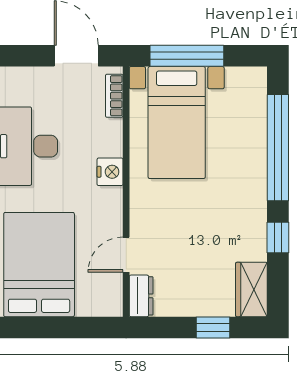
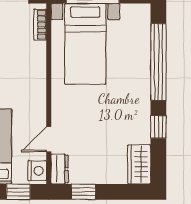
nightstand: (110, 172) -> (37, 171), moved
window: (84, 327) -> (18, 192), added
window: (213, 327) -> (83, 192), moved

